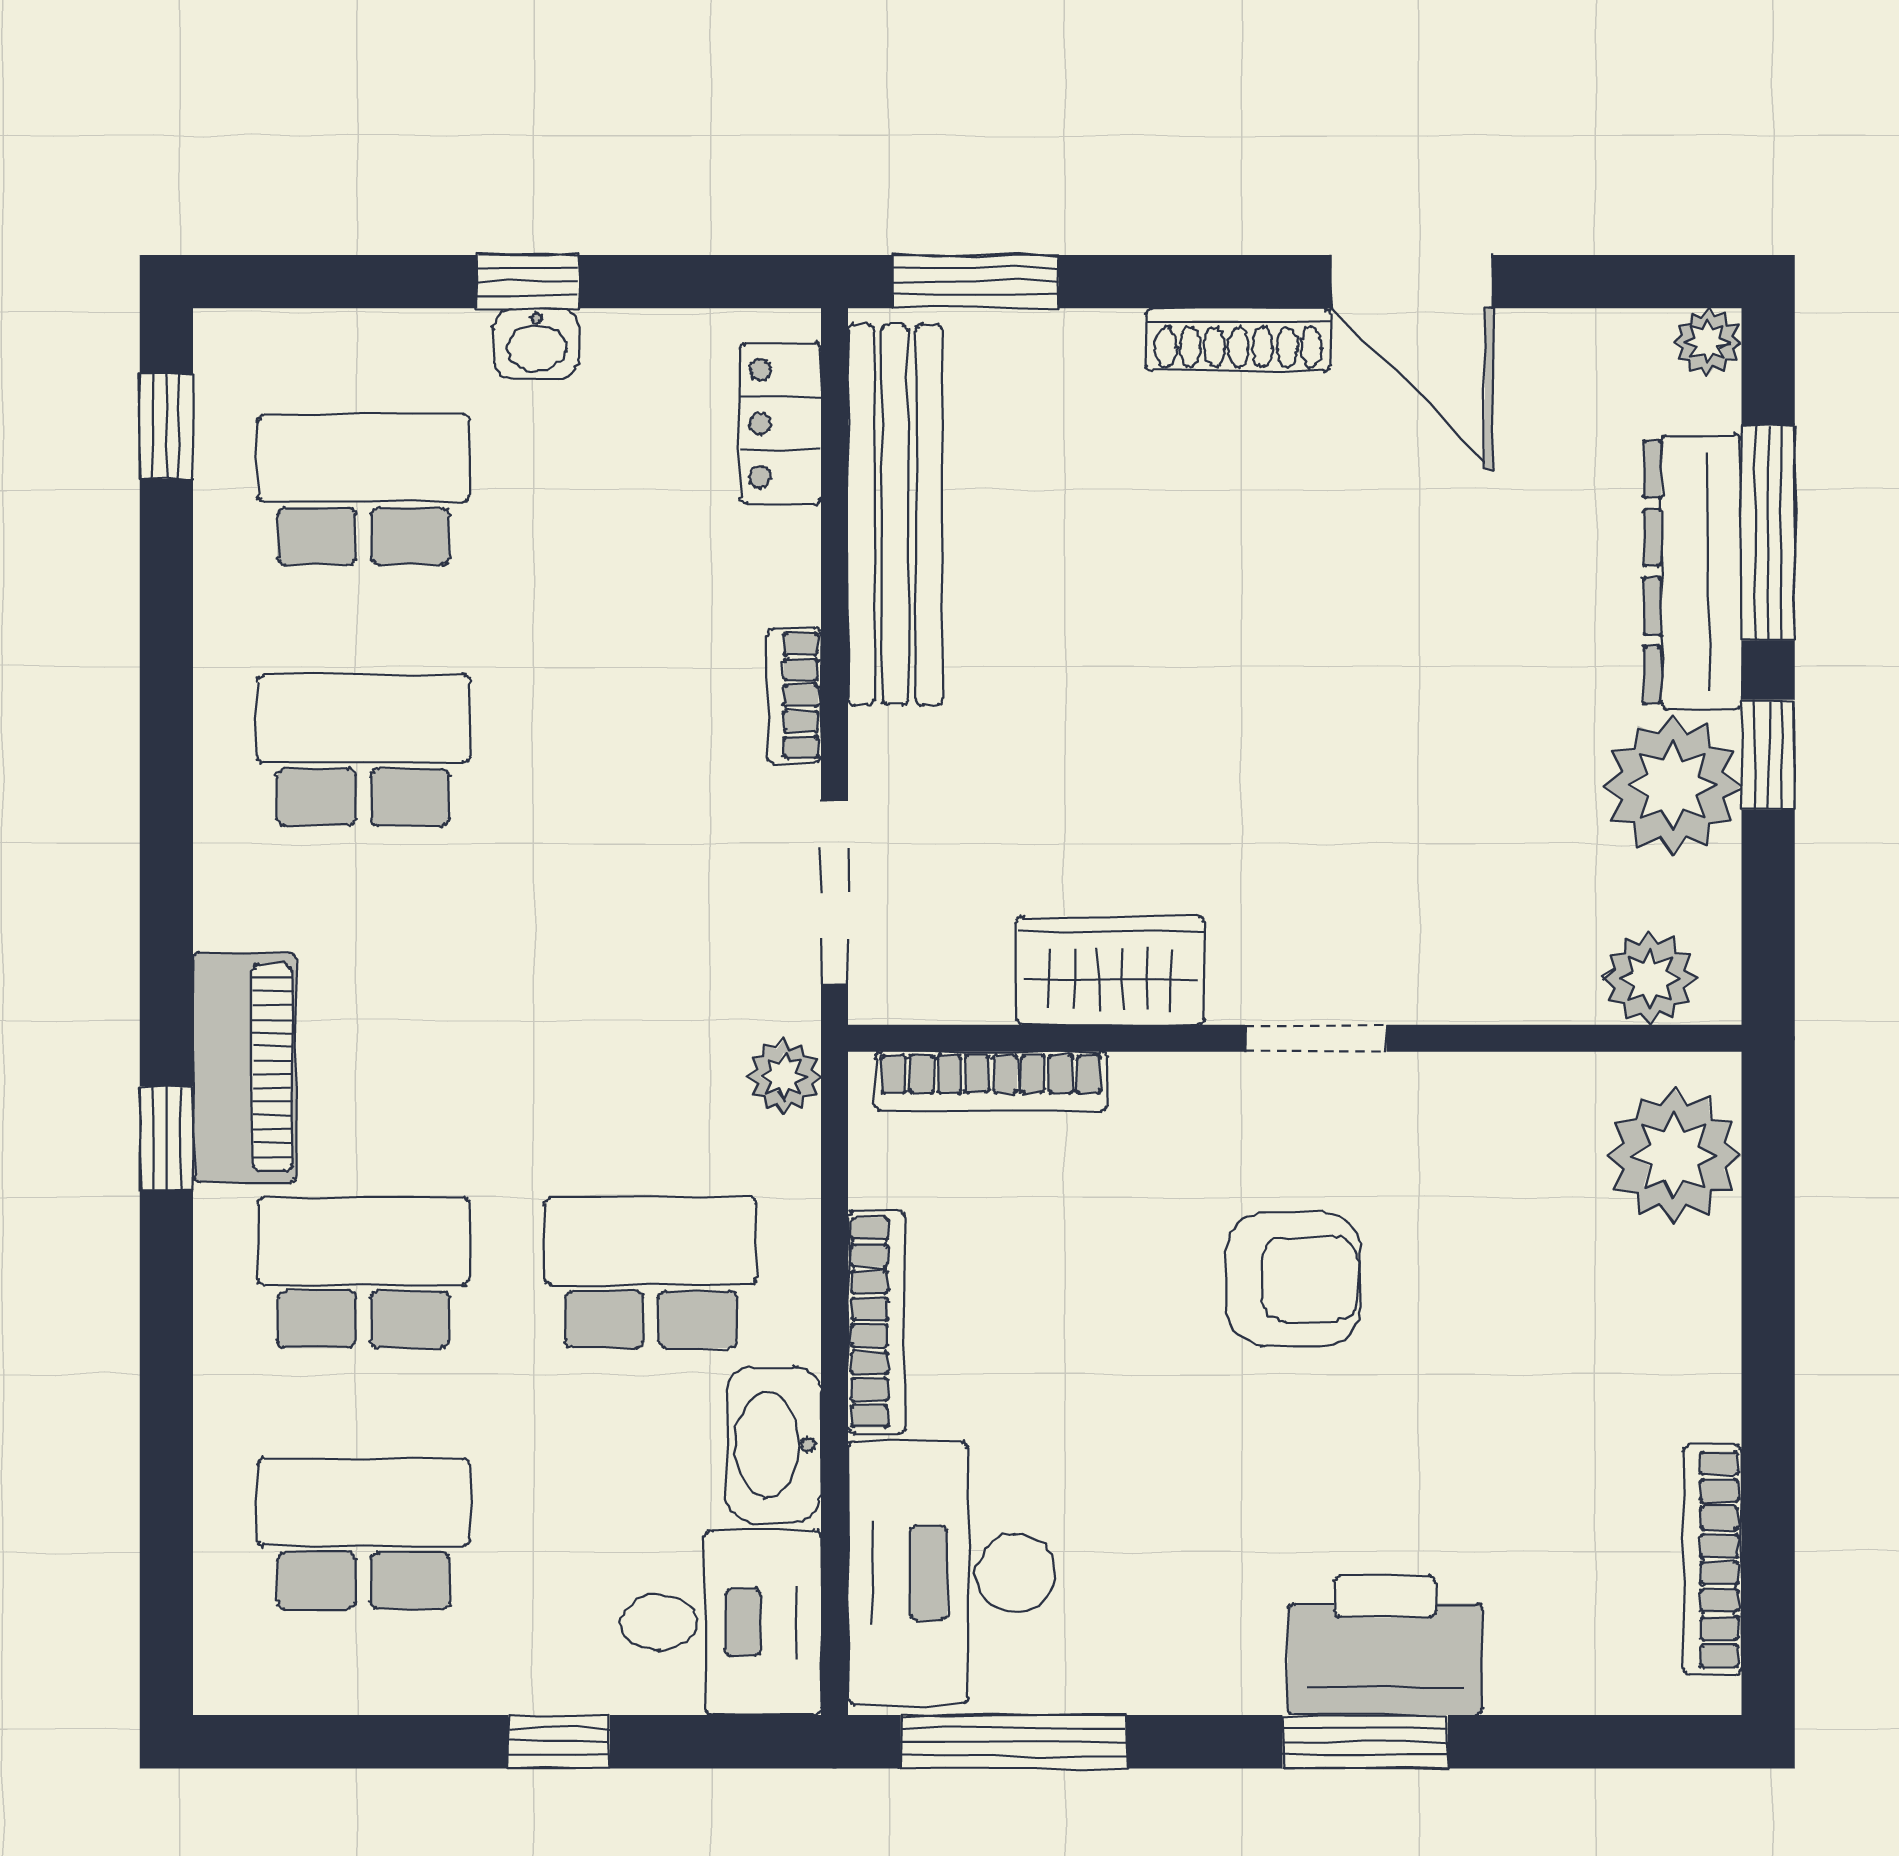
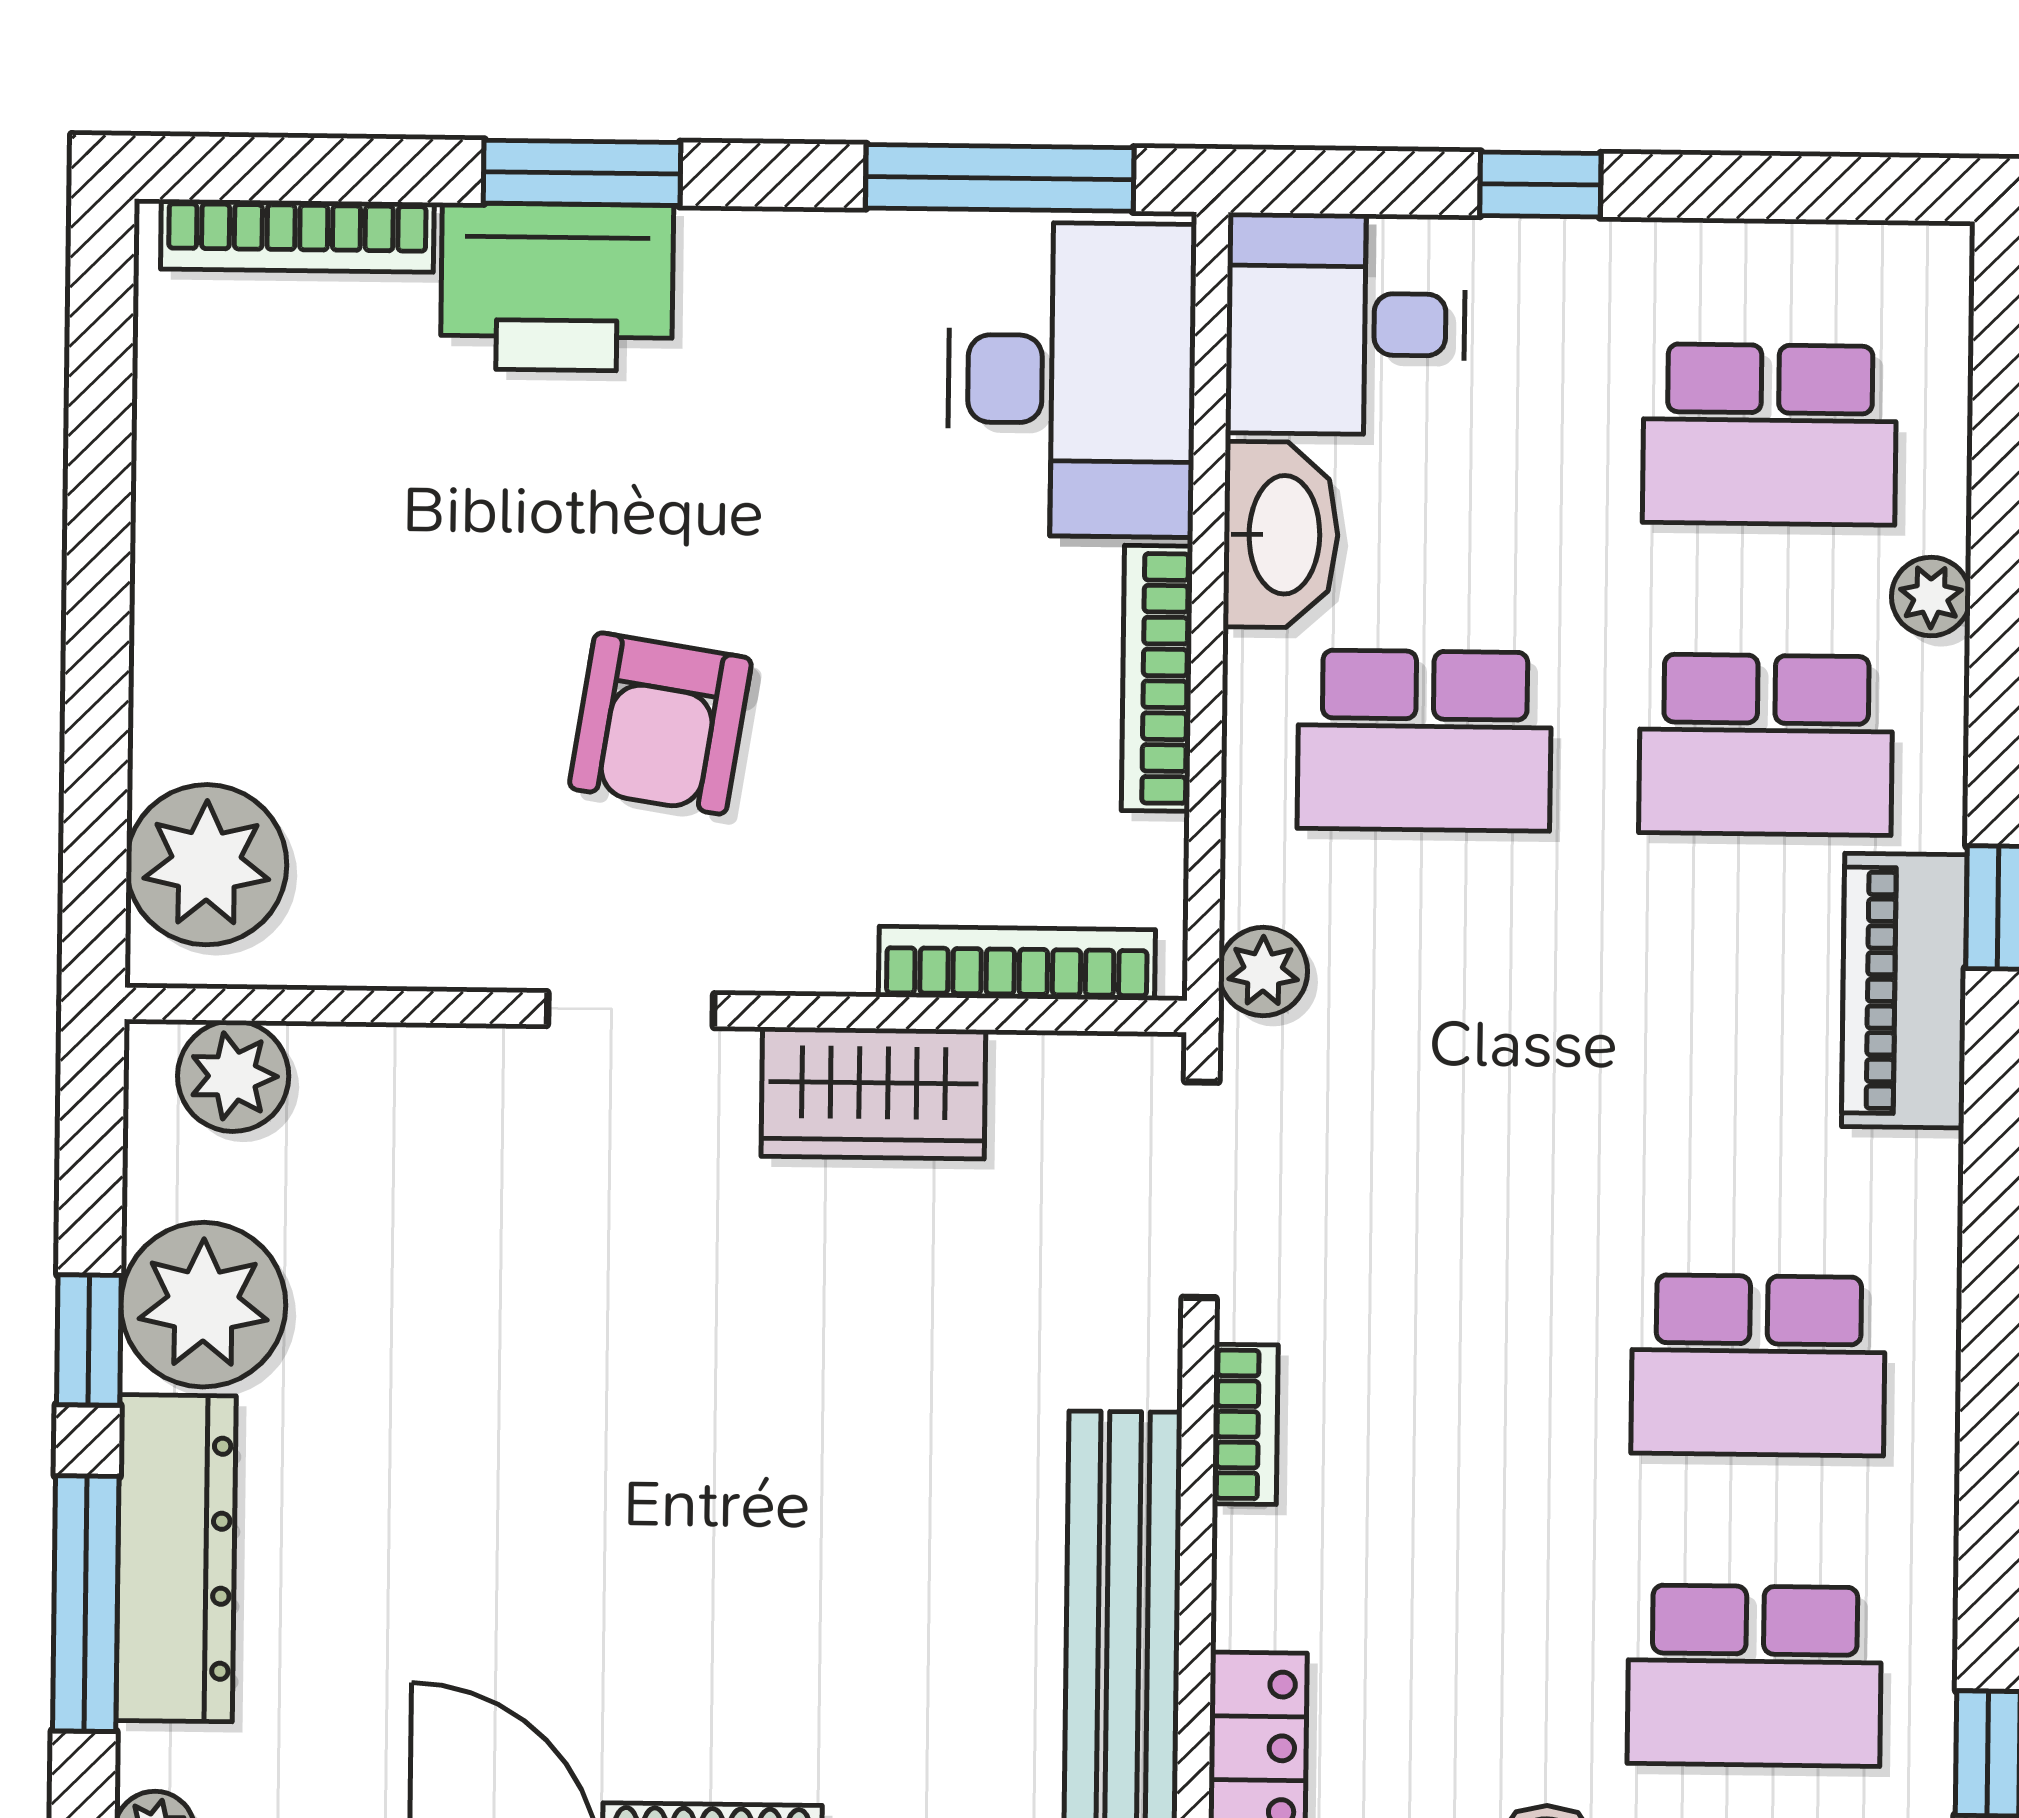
armchair: (1294, 1279) -> (660, 723), turned -81
plant: (226, 1399) -> (1931, 597), added
bookcase: (1712, 1560) -> (297, 236), moved, turned 90

